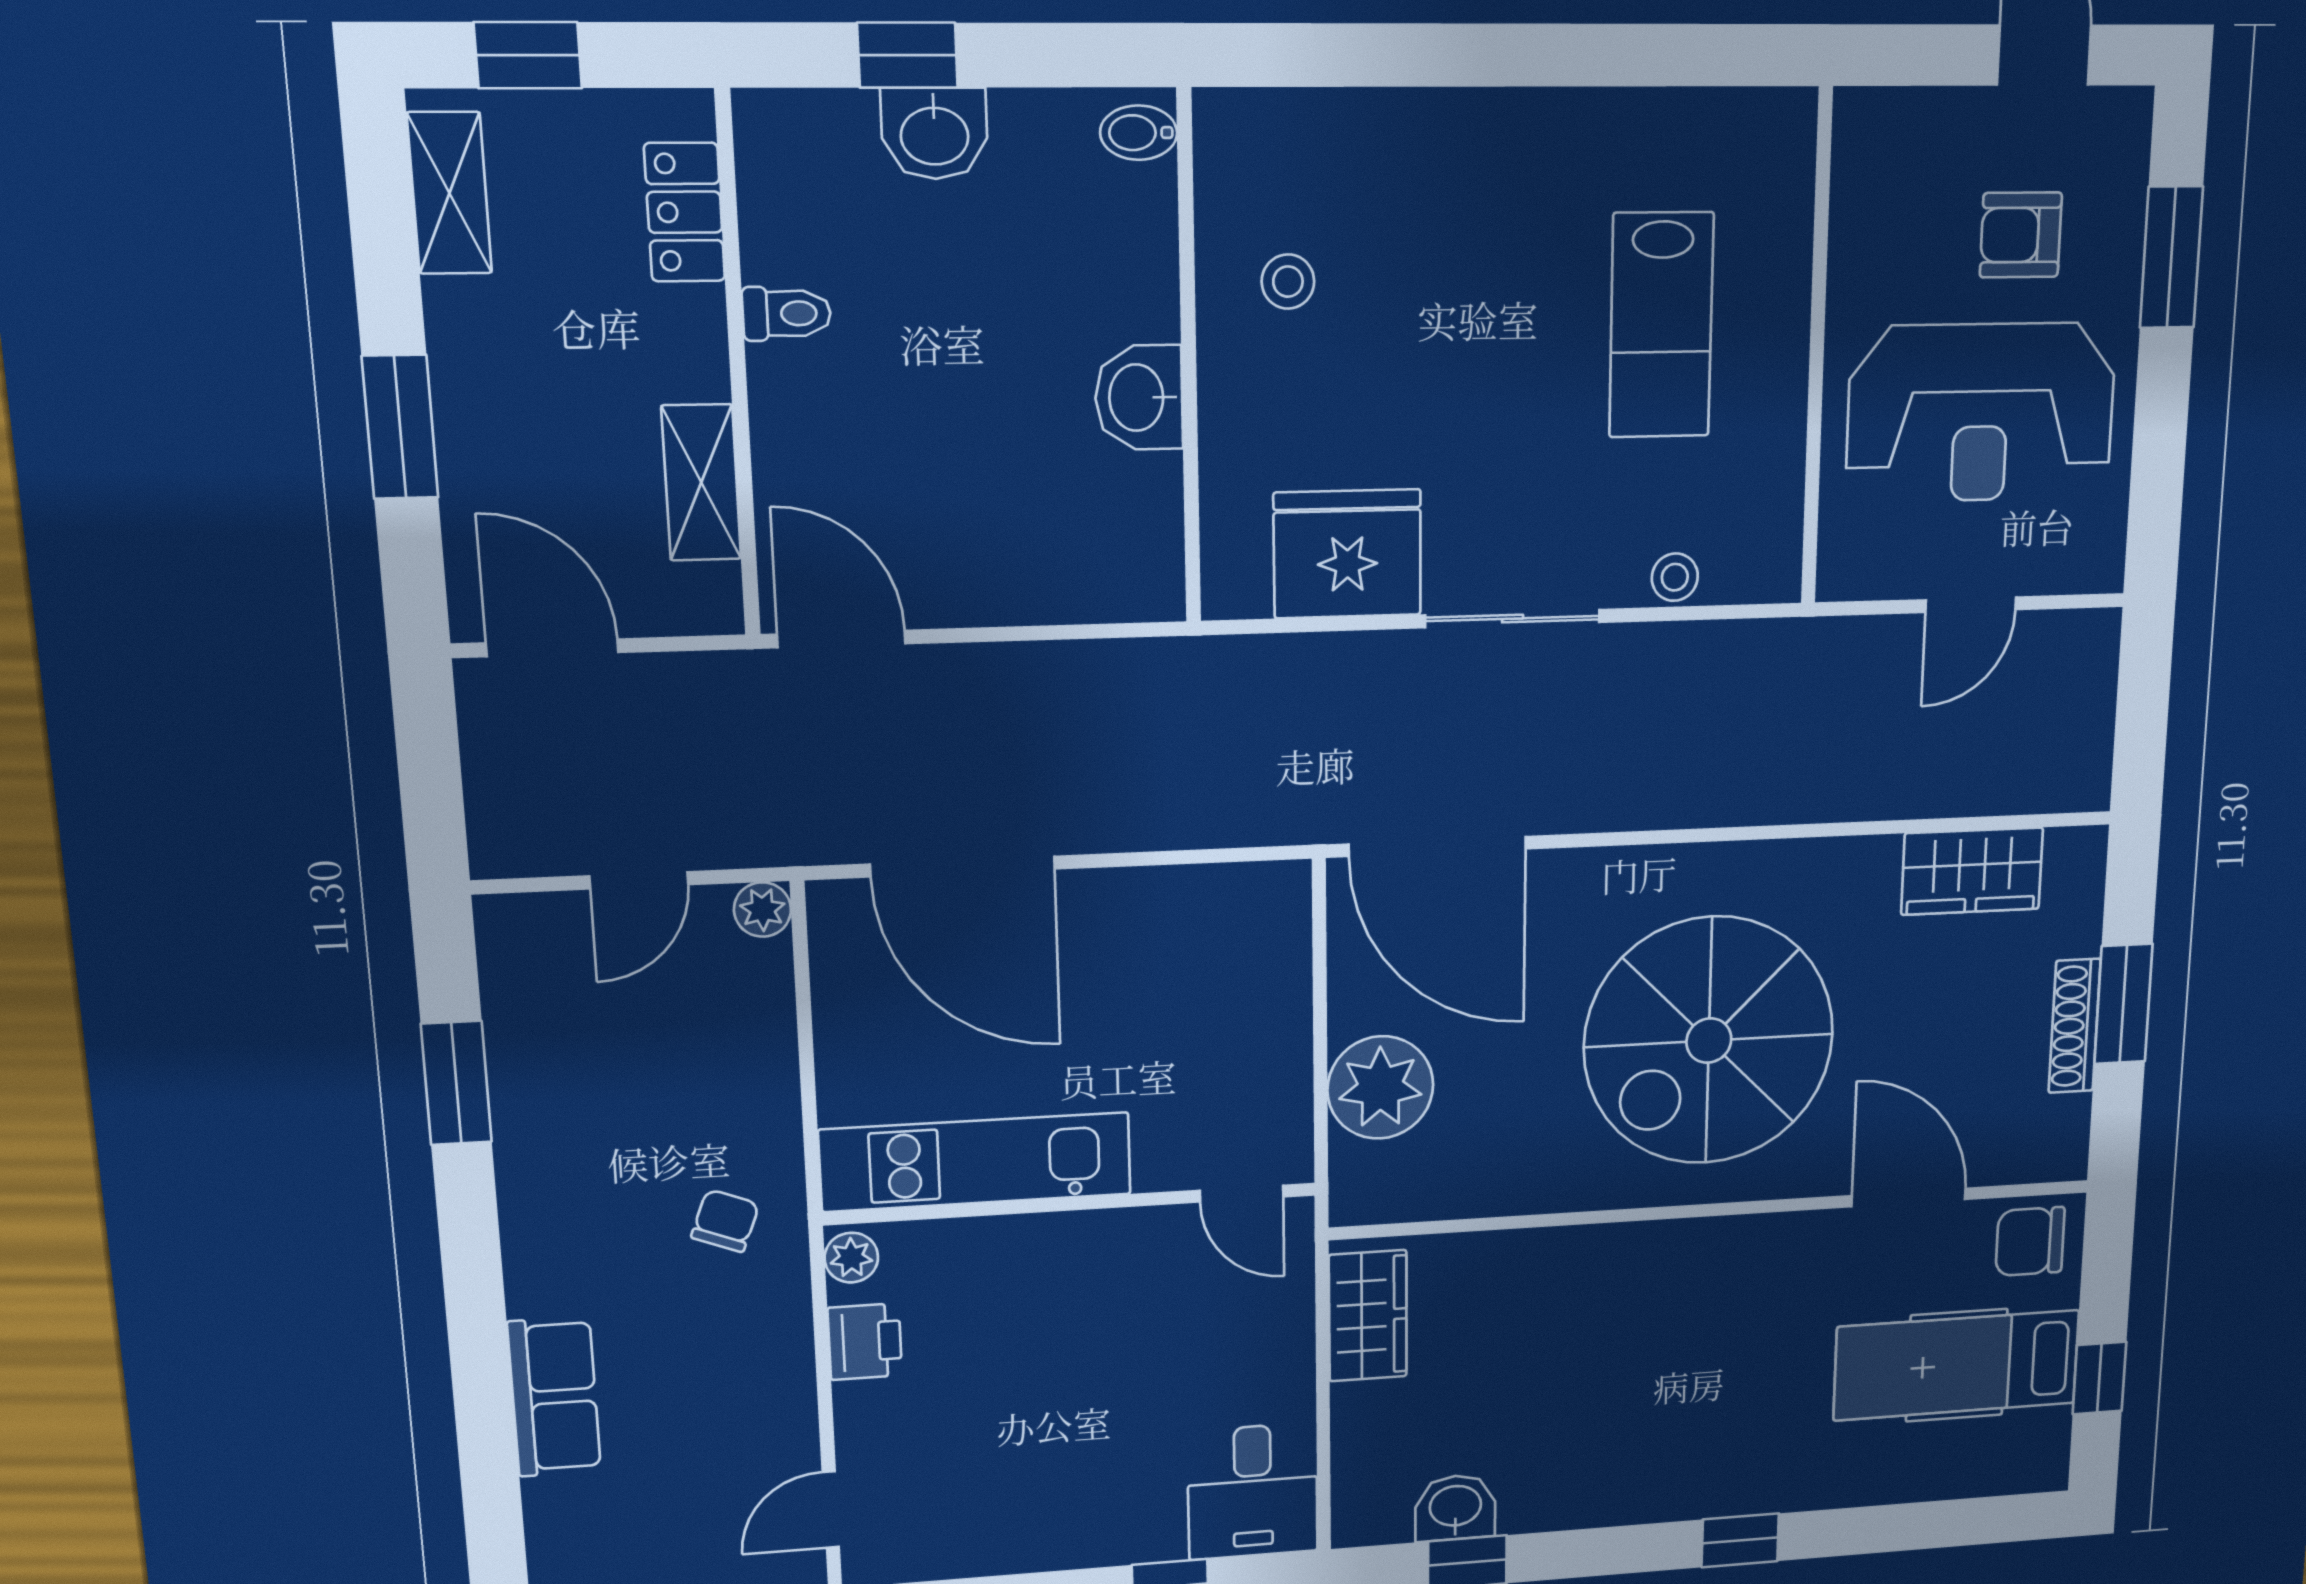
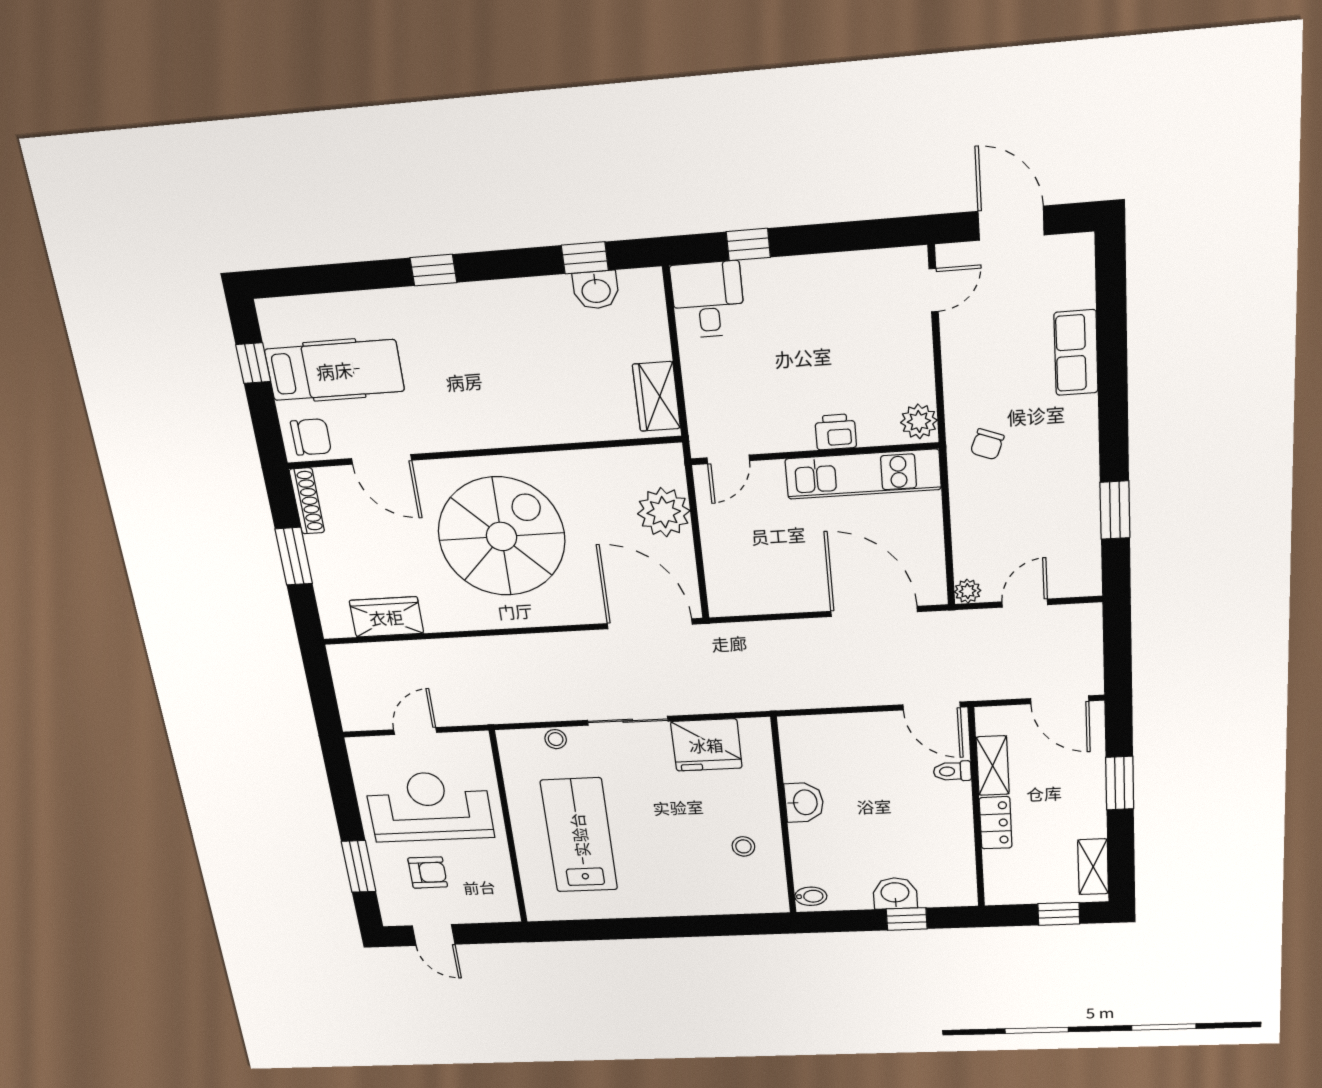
locker: (685, 212) -> (996, 823), moved
toilet: (787, 313) -> (952, 771), moved
lab bench: (1661, 325) -> (579, 835), width x1.36, depth x1.39
shoe rack: (2075, 1026) -> (307, 501), moved
door: (1242, 1194) -> (728, 459), swing flipped
plant: (851, 1258) -> (919, 421), width x1.38, depth x1.38
printer: (865, 1342) -> (836, 432), moved, turned 90

